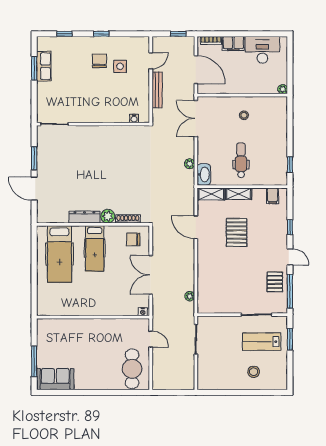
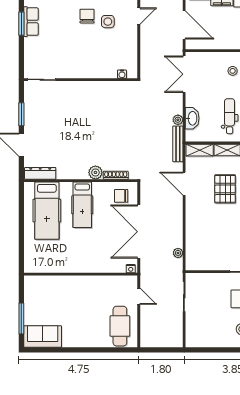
bench: (157, 90) -> (178, 144), moved
washbasin: (204, 174) -> (192, 118), moved
dresser: (84, 217) -> (40, 173), moved
double door: (151, 275) -> (139, 232), width x1.36

